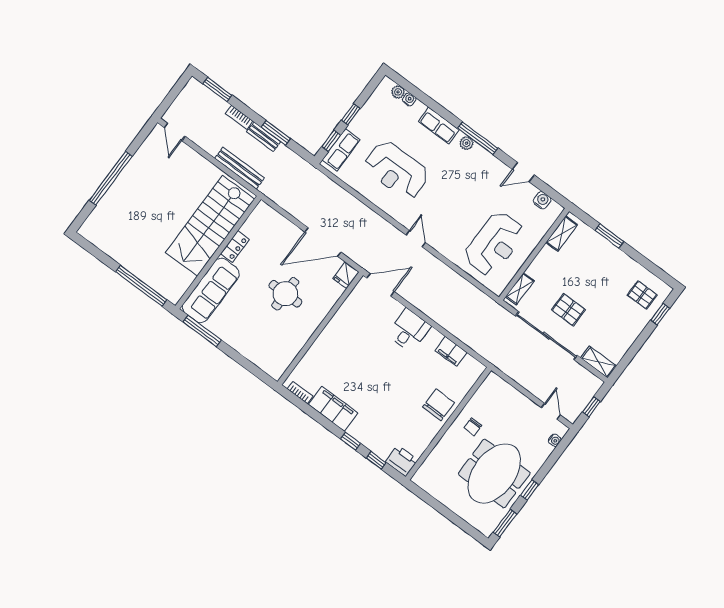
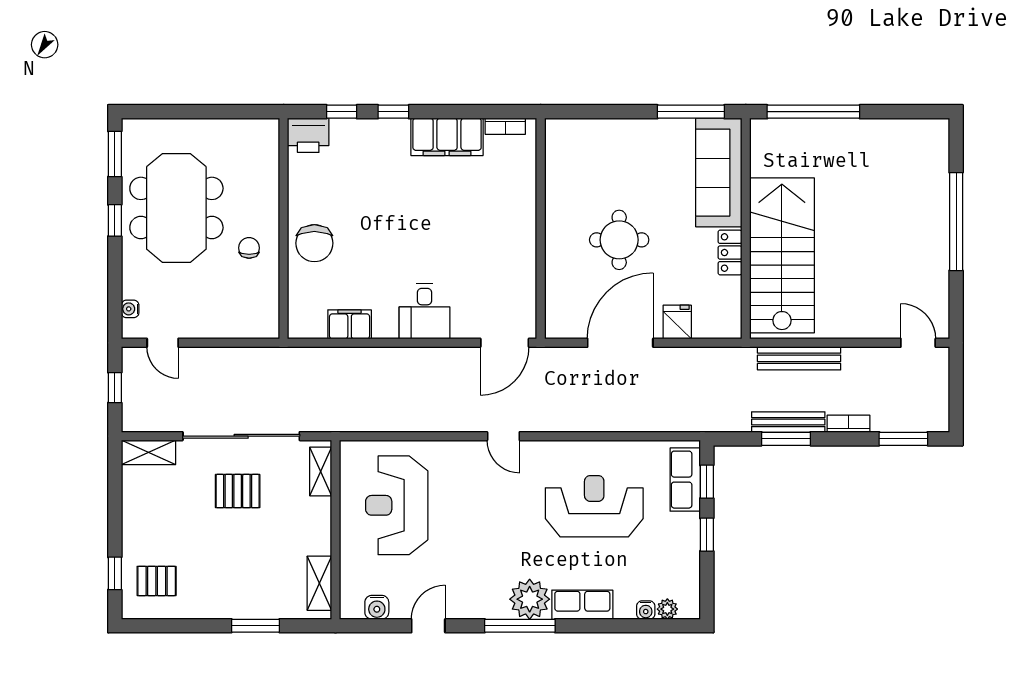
bench: (264, 137) -> (788, 422), width x1.36
plant: (466, 143) -> (530, 599), width x1.87, depth x1.87
fridge: (346, 275) -> (677, 322), moved

